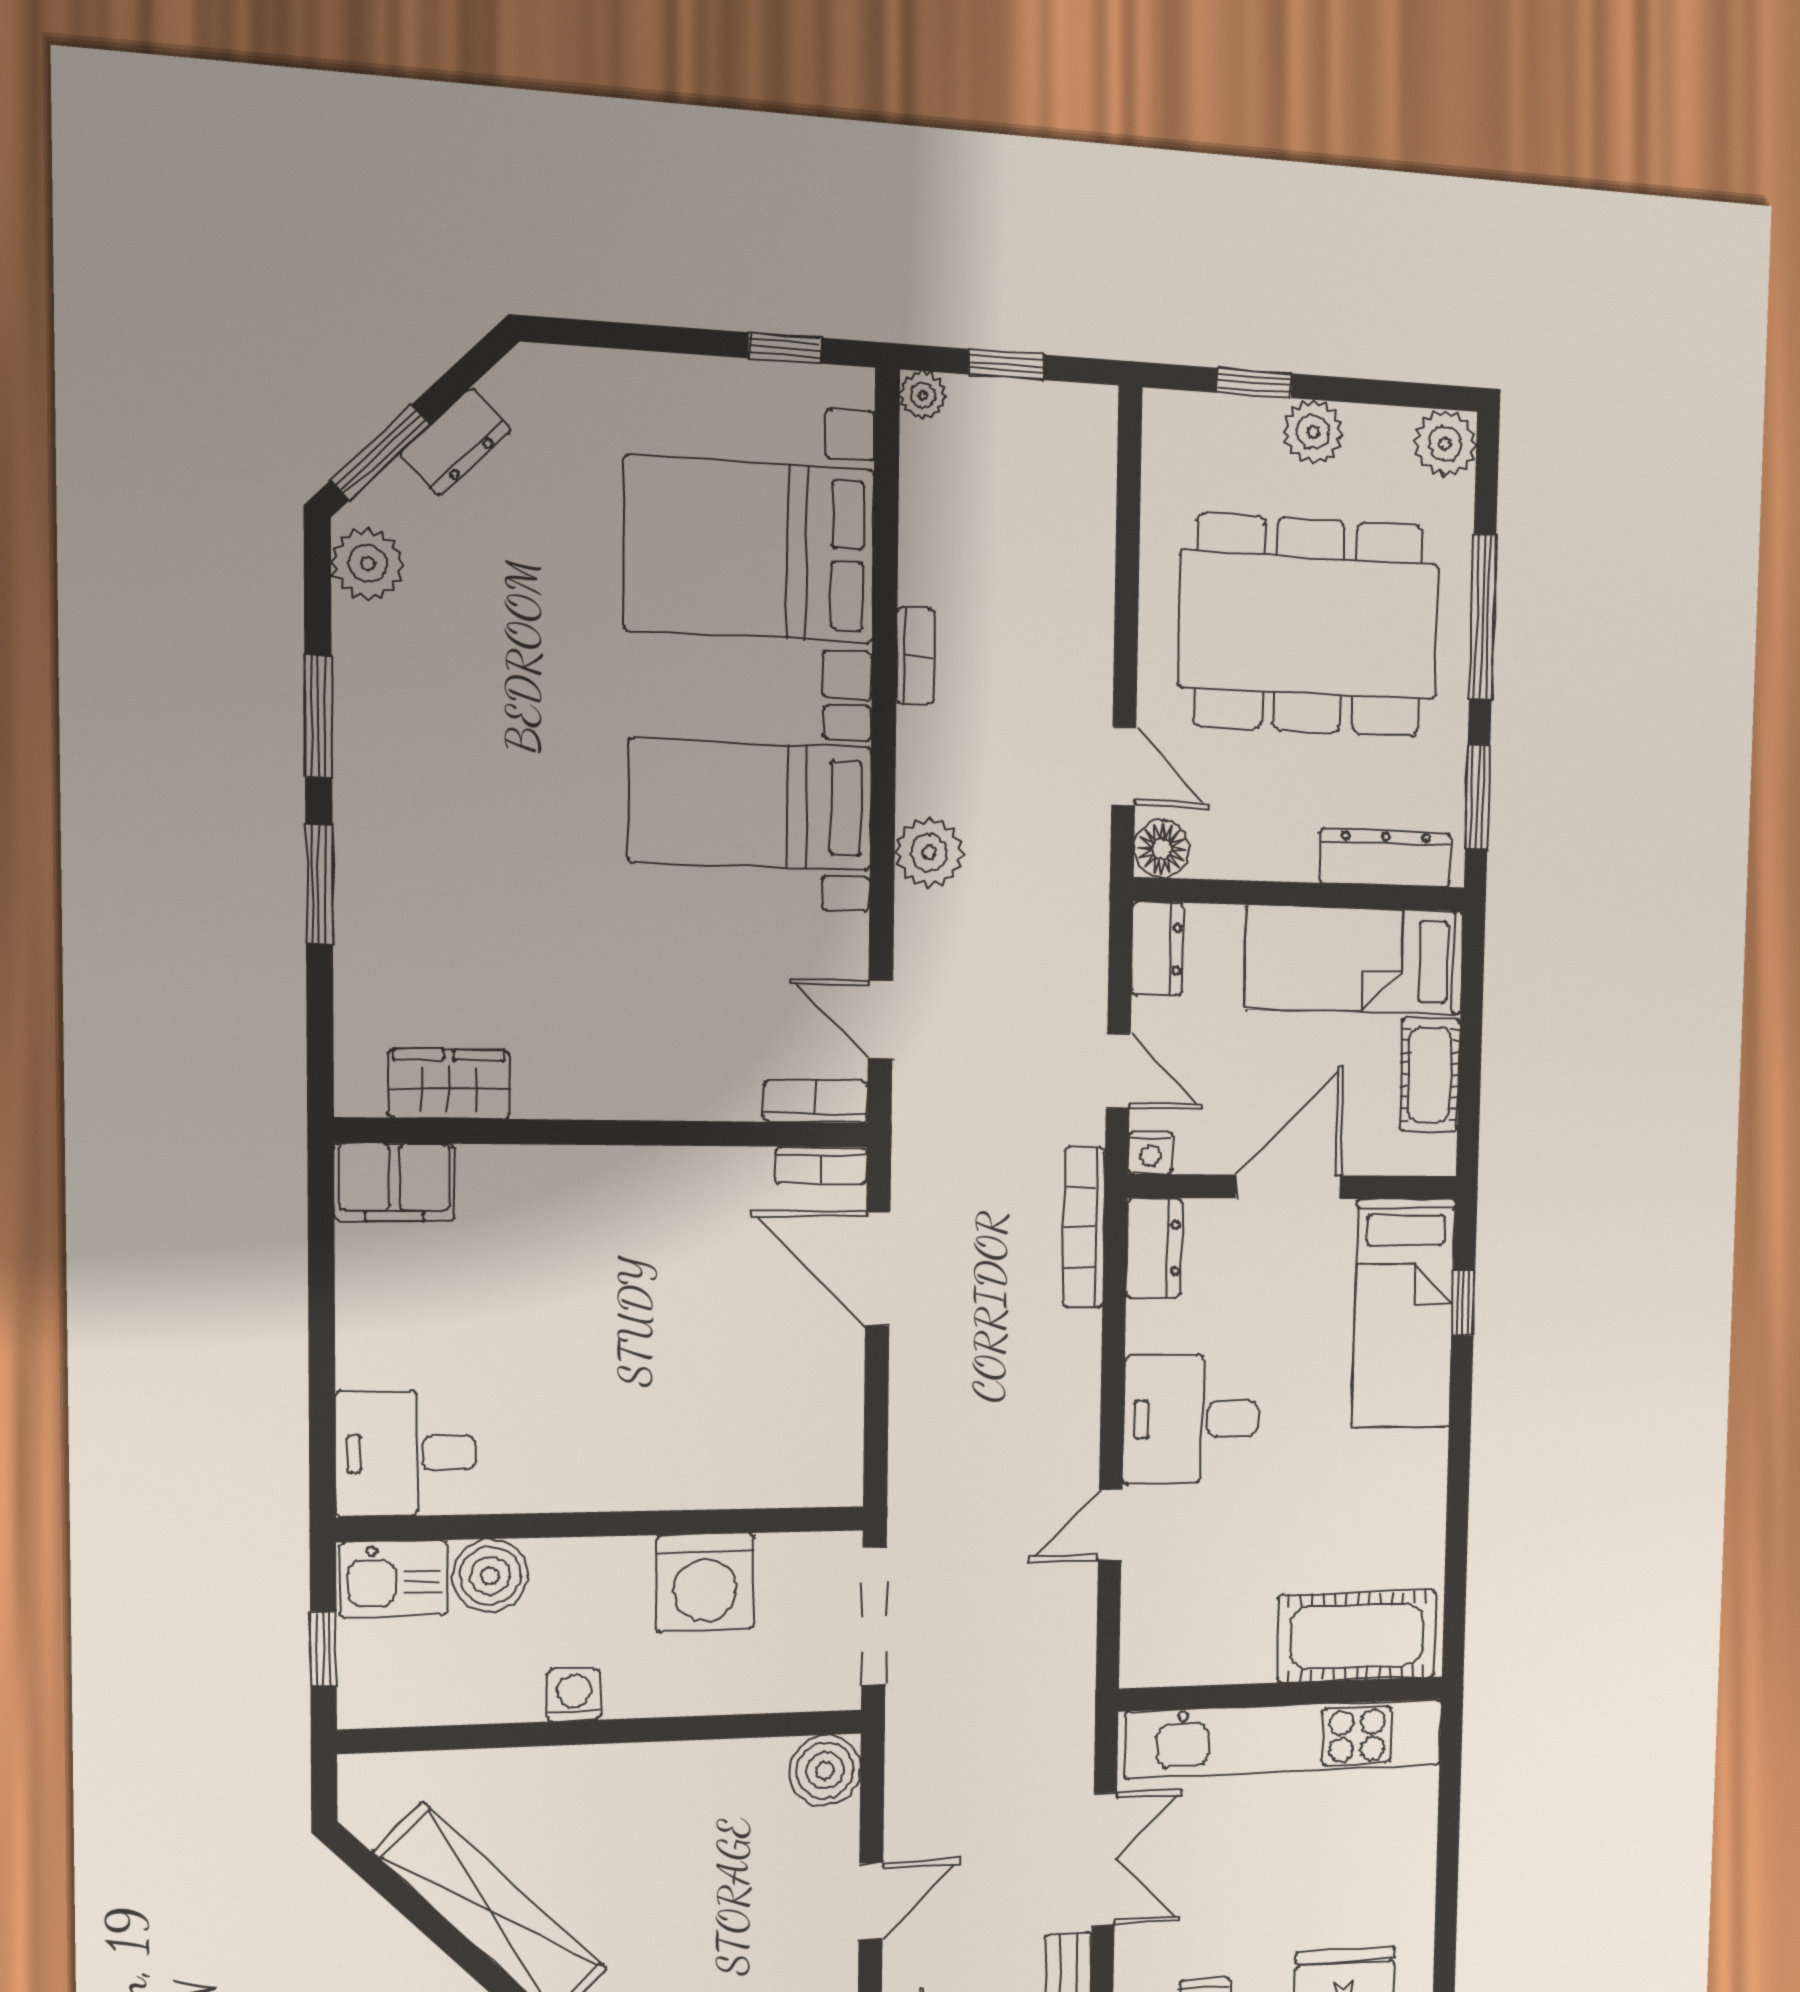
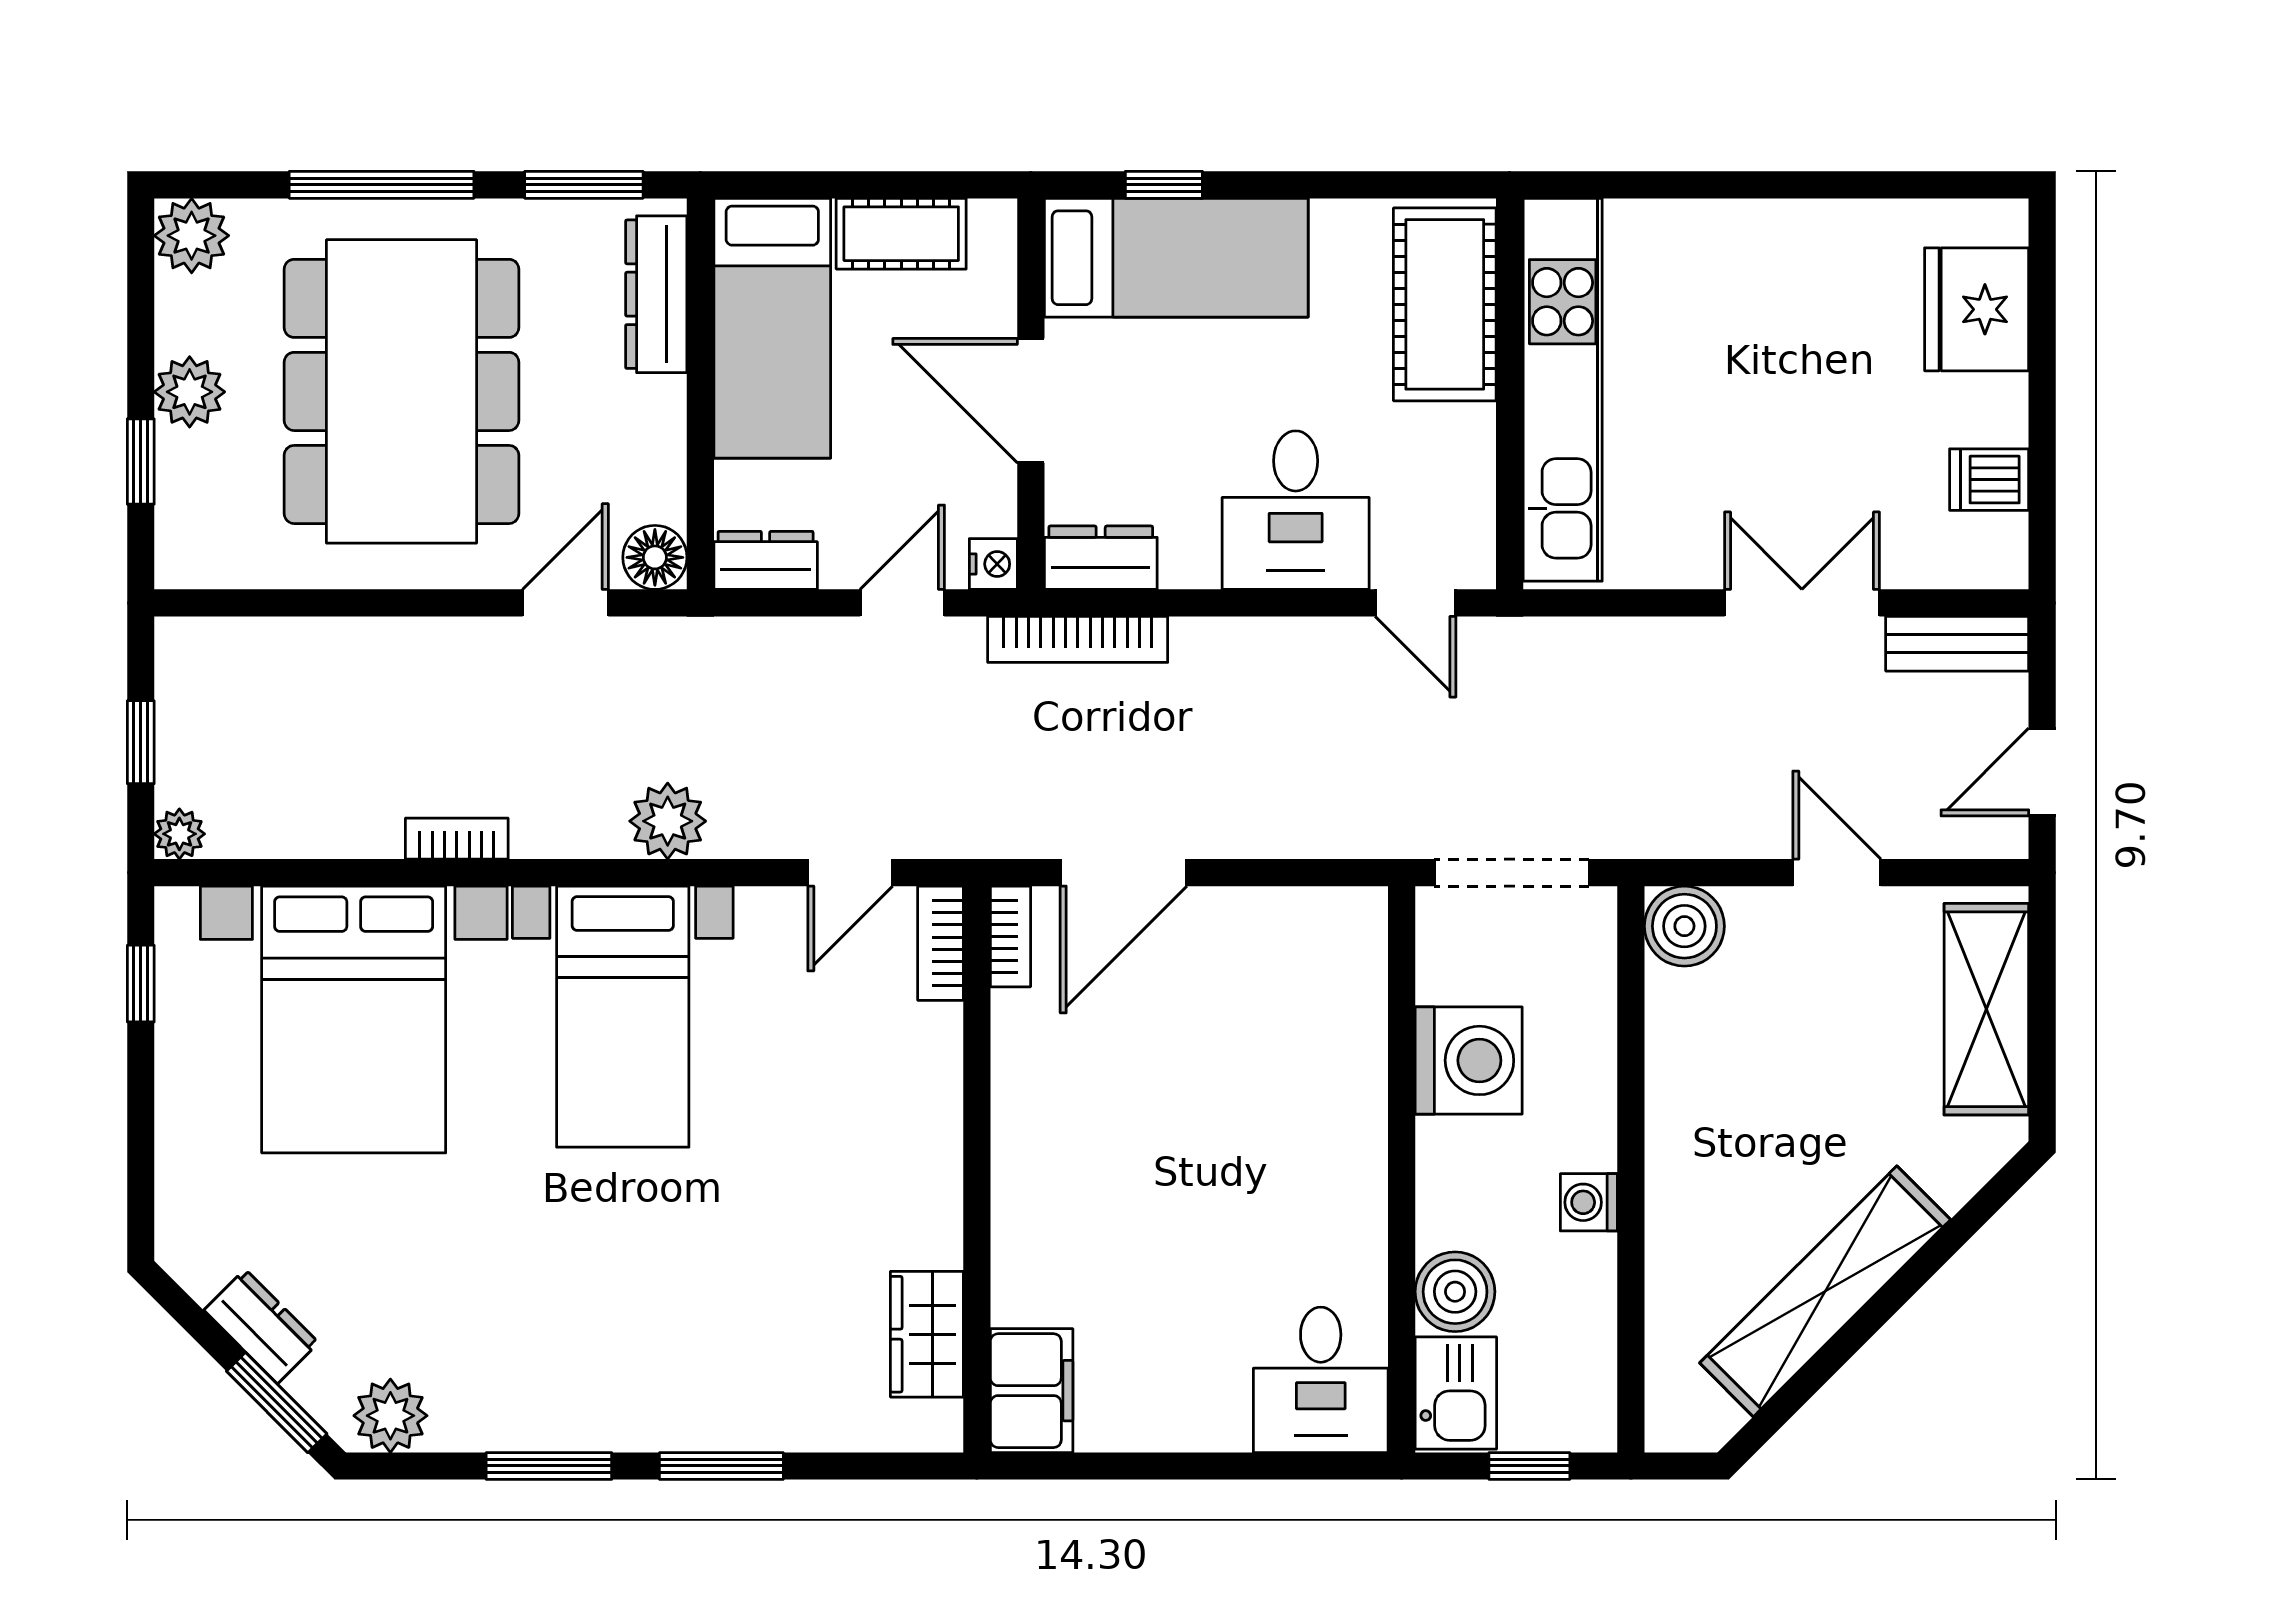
cot: (1357, 1636) -> (1445, 304), moved
wall: (1282, 1694) -> (1510, 394), moved
kitchen unit: (1285, 1739) -> (1563, 390), moved

